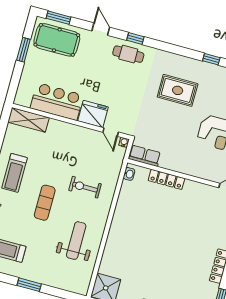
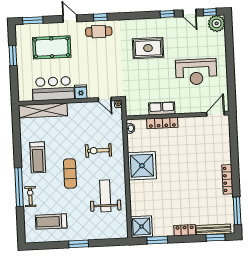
pool table: (57, 40) -> (52, 47), moved
fridge: (93, 114) -> (81, 92), width x0.53, depth x0.75
shelving: (28, 120) -> (43, 110), width x1.47
row of seats: (145, 156) -> (162, 108), moved
shower: (128, 220) -> (142, 166), added

